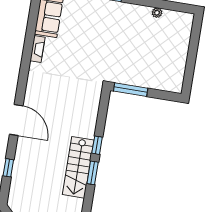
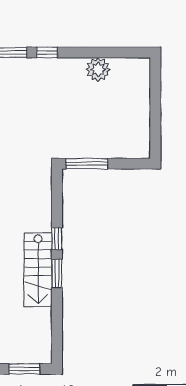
plant: (157, 13) -> (98, 69), width x1.87, depth x1.87

